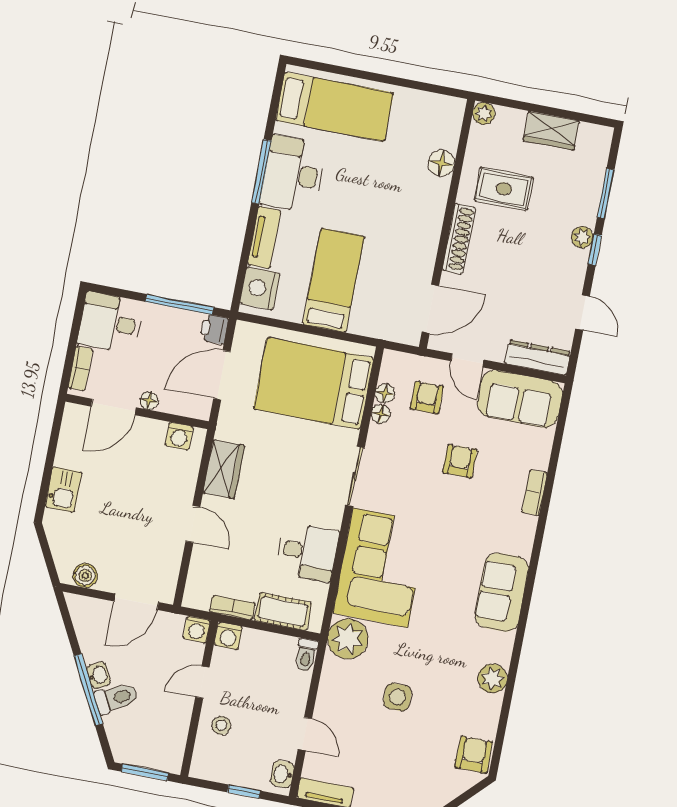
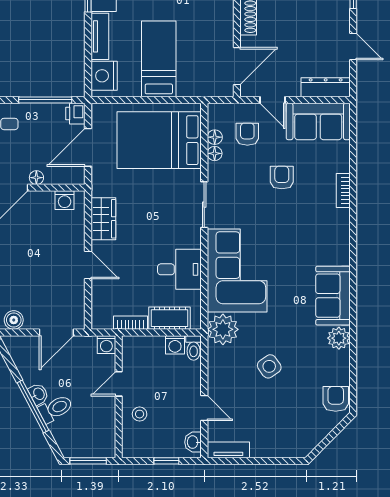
sofa: (502, 592) -> (333, 296), moved
washing machine: (228, 636) -> (175, 345), moved
side table: (397, 697) -> (269, 366), turned -35

